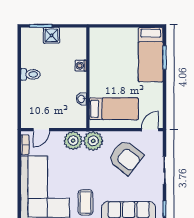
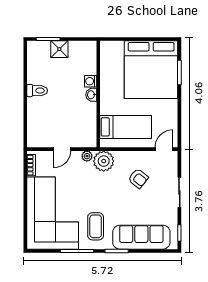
bed: (151, 55) -> (151, 70), width x2.04
washbasin: (81, 99) -> (91, 95), moved
door: (41, 130) -> (62, 149), moved
plant: (73, 141) -> (87, 156), width x0.53, depth x0.53
armchair: (126, 157) -> (138, 178), width x0.53, depth x0.53

